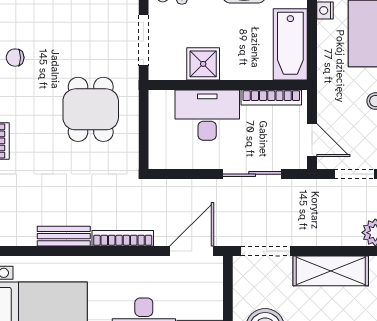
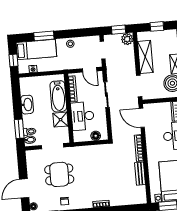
bathtub: (290, 44) -> (58, 96), moved, turned 90
dining table: (91, 109) -> (59, 174), moved
door: (312, 140) -> (90, 70), swing flipped
floor lamp: (159, 141) -> (96, 136), added

